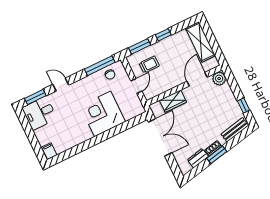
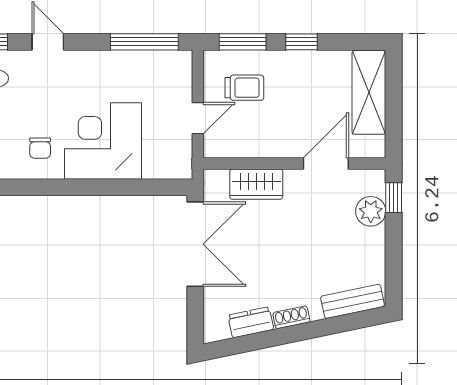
chair: (110, 74) -> (40, 148), moved
plant: (219, 79) -> (371, 211), moved
window: (244, 105) -> (394, 198), moved
window: (217, 155) -> (292, 334), removed

